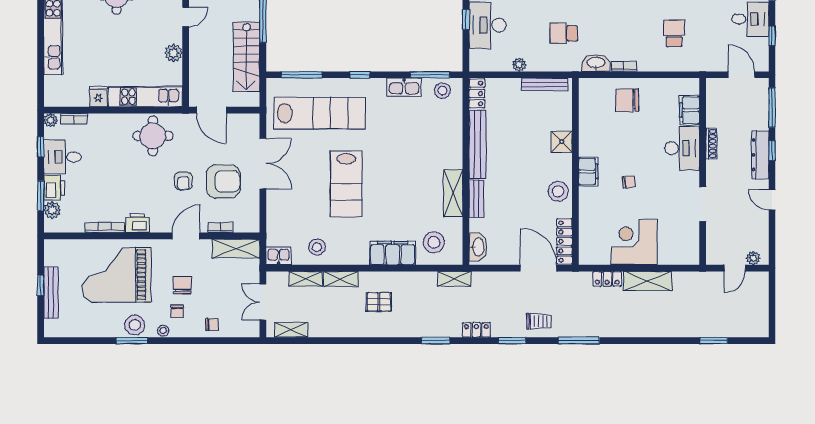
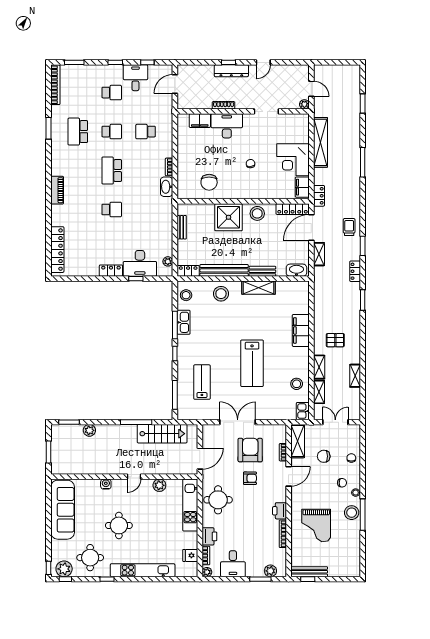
door: (186, 17) -> (134, 477), swing flipped
school desk: (564, 33) -> (146, 210), removed
plant: (519, 65) -> (168, 261), moved
window: (430, 75) -> (175, 325), moved
bench: (545, 84) -> (182, 227), width x0.73
fridge: (98, 97) -> (190, 555), moved
chair: (627, 100) -> (209, 182), moved
window: (772, 107) -> (198, 62), removed
lab bench: (320, 113) -> (202, 382), width x0.54, depth x0.72
shower: (562, 142) -> (228, 217), width x1.86, depth x1.86
window: (41, 147) -> (226, 579), removed
filing cabinet: (588, 171) -> (302, 187), moved, turned -90
lab bench: (346, 184) -> (252, 363), turned 90
printer: (54, 188) -> (209, 536), moved, turned 90
door: (186, 236) -> (289, 476), swing flipped
stool: (434, 242) -> (221, 294), moved
plant: (753, 258) -> (304, 104), moved
grand piano: (117, 275) -> (316, 525), width x0.73, depth x0.68
shelving: (454, 279) -> (319, 254), moved
locker: (607, 279) -> (319, 196), moved
shelving: (647, 281) -> (321, 142), width x1.47
window: (41, 285) -> (308, 579), moved
chair: (182, 285) -> (324, 456), moved
bench: (51, 292) -> (309, 572), moved
double door: (263, 302) -> (335, 422), swing flipped
pallet: (379, 302) -> (335, 340), turned 90
shelving: (291, 330) -> (355, 376), moved
window: (132, 341) -> (363, 515), width x1.44
window: (579, 341) -> (363, 162), moved

